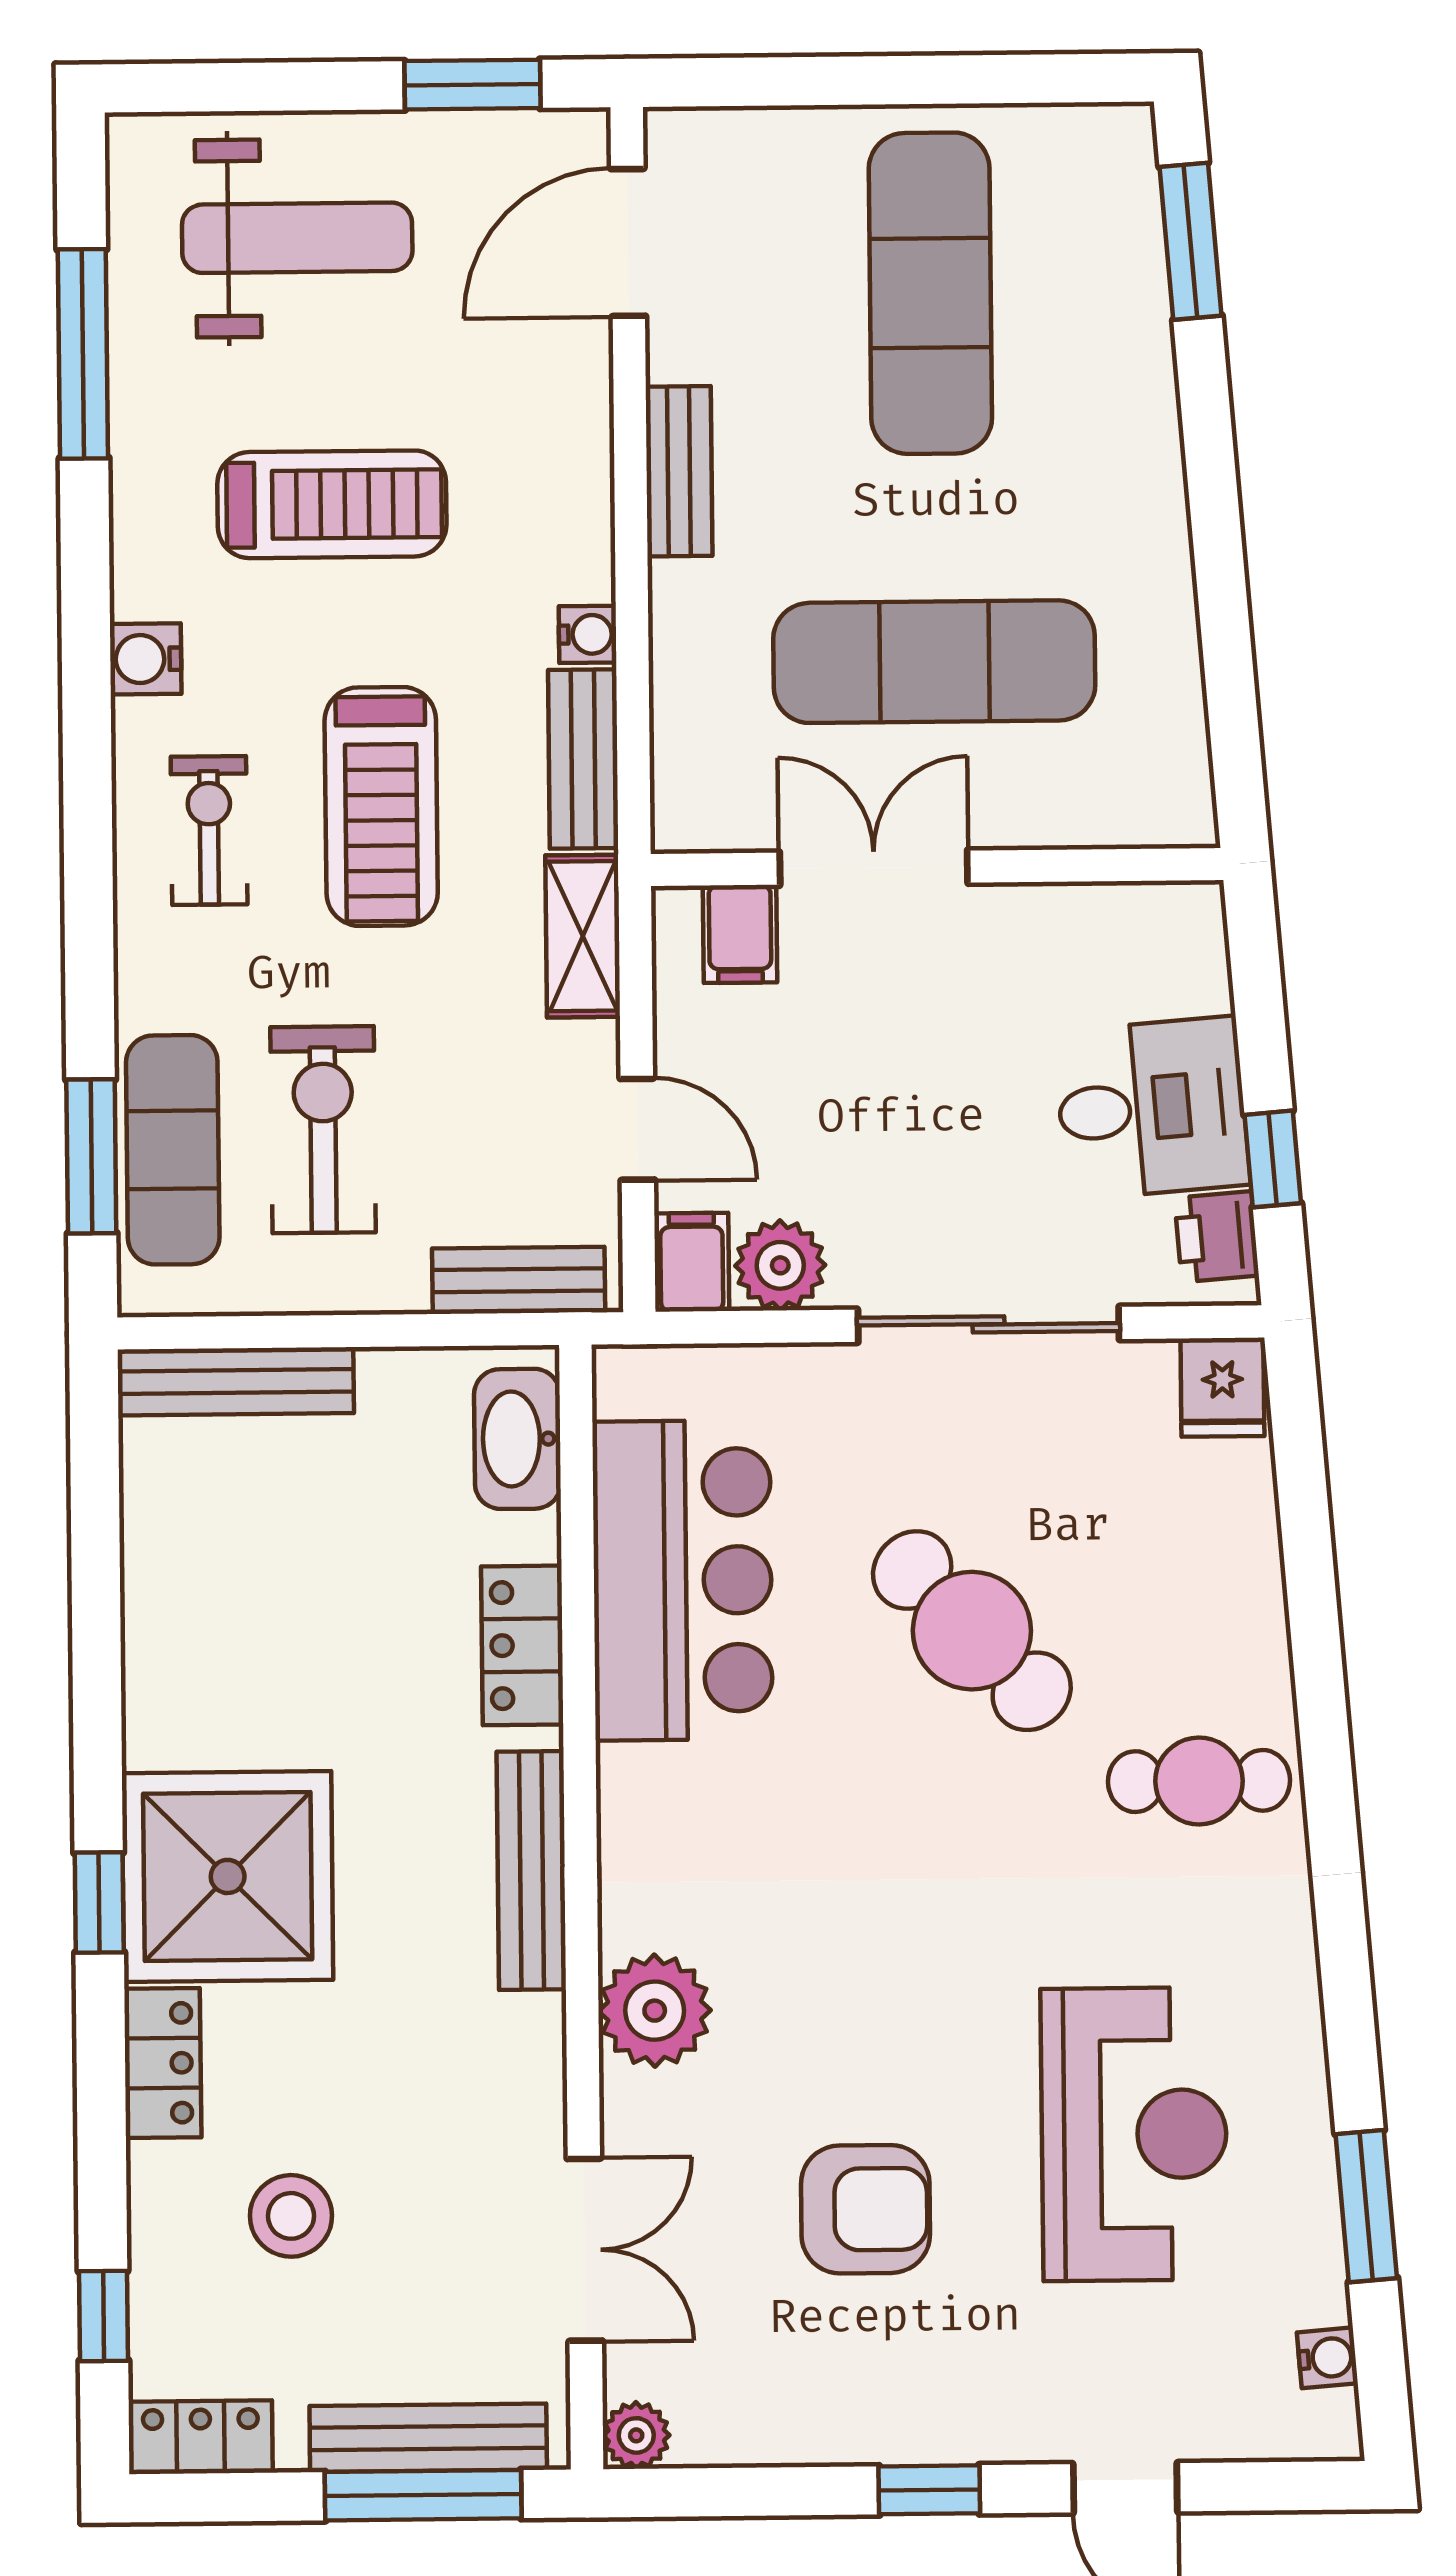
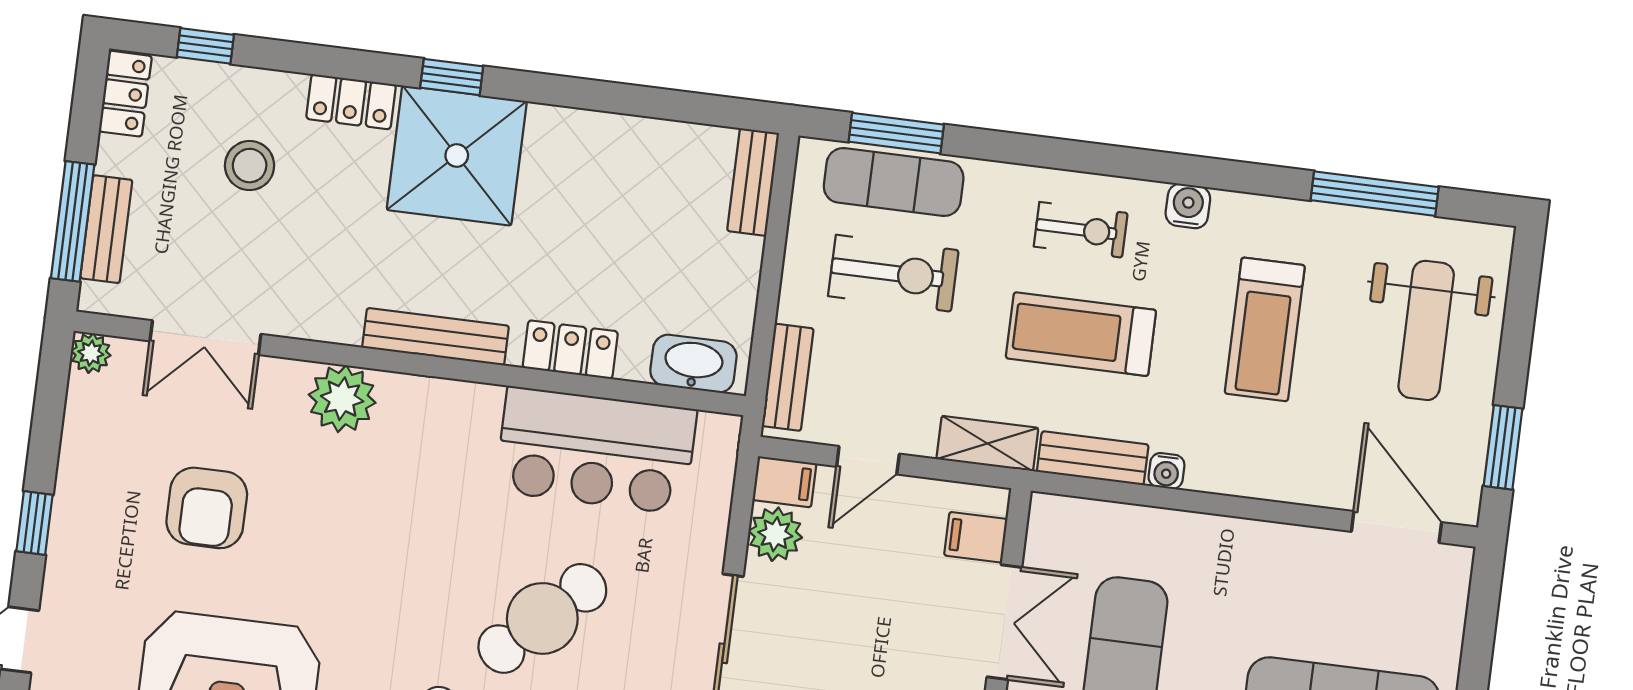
bench: (679, 471) -> (1256, 539), removed
bench: (236, 1381) -> (753, 182), width x0.73
bench: (428, 2438) -> (106, 229), width x0.73

